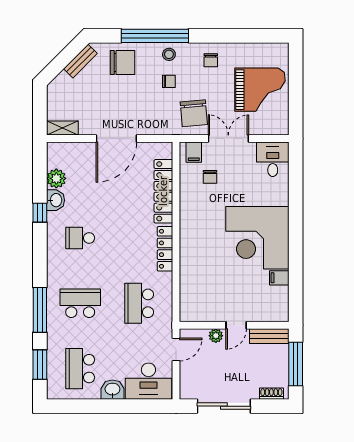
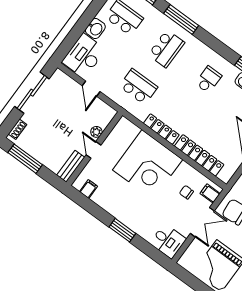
window: (296, 213) -> (122, 230), added
corner desk: (257, 238) -> (148, 165), moved, turned 180
wall: (234, 325) -> (94, 149), moved
door: (236, 325) -> (93, 150), moved
plant: (216, 336) -> (96, 132), moved
bench: (269, 336) -> (71, 166), moved

